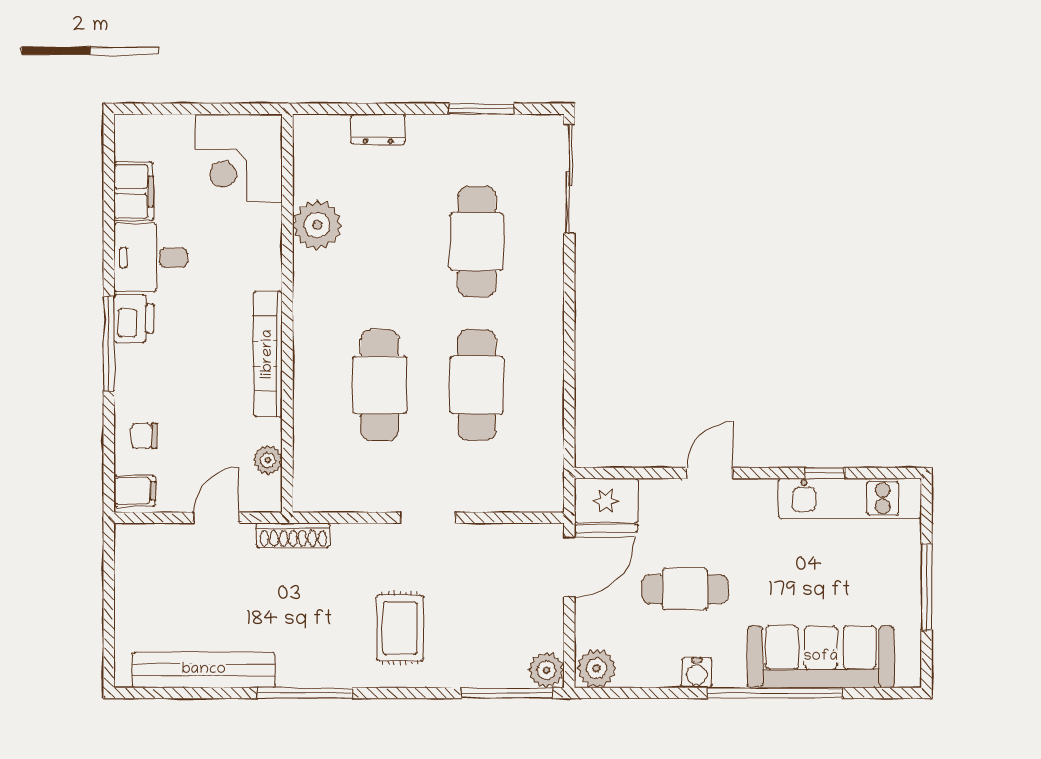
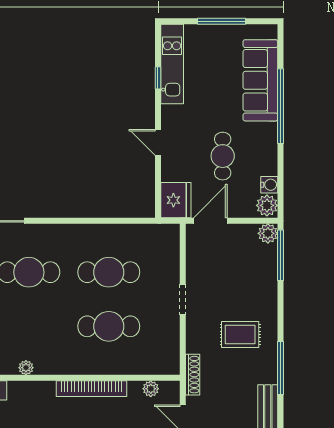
plant: (317, 225) -> (26, 368), width x0.53, depth x0.53
door: (569, 567) -> (210, 221), hinge flipped
rug: (400, 628) -> (240, 335), moved
water cooler: (697, 673) -> (269, 185), moved

